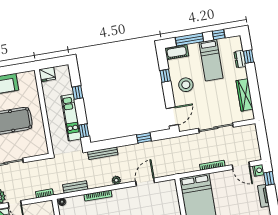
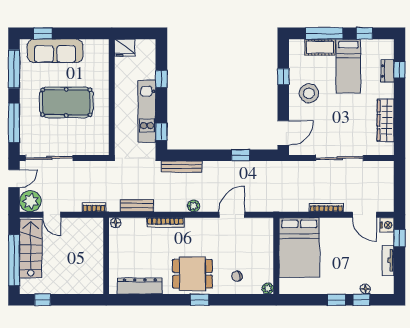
cot: (177, 52) -> (320, 47), moved

